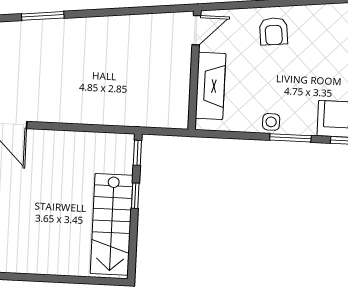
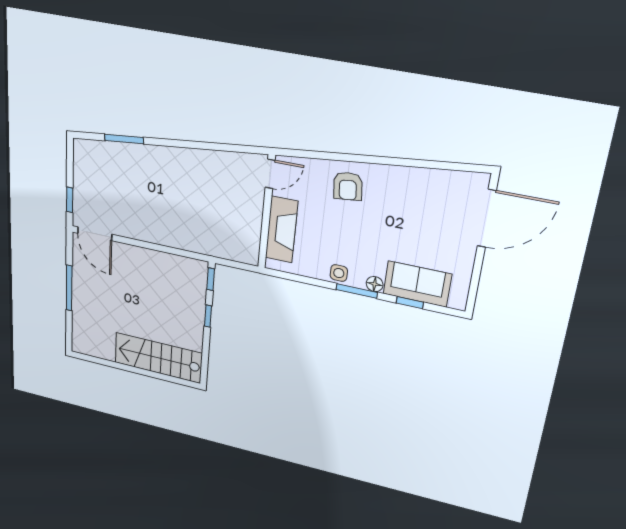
floor lamp: (308, 127) -> (375, 284), added
stairs: (112, 224) -> (158, 358), moved, turned 90

